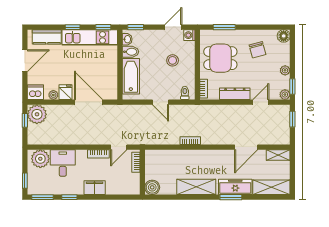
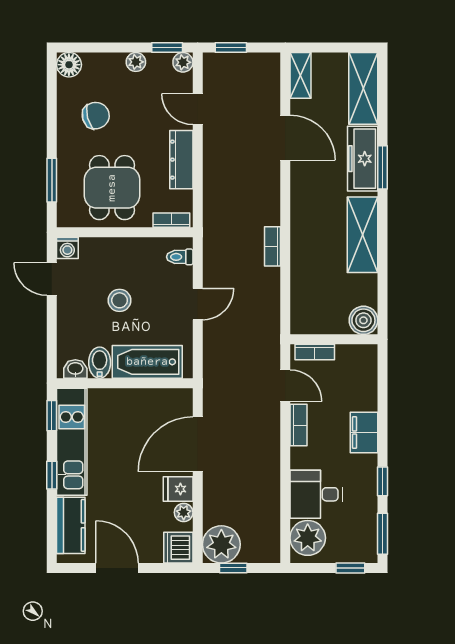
window: (136, 27) -> (52, 353), removed
stool: (173, 60) -> (120, 300), moved

